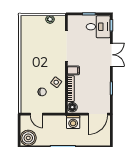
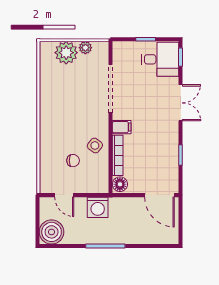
plant: (38, 22) -> (66, 53), added
door: (98, 114) -> (159, 195), hinge flipped
washing machine: (73, 122) -> (98, 207), moved

